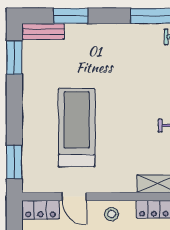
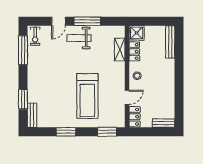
window: (14, 58) -> (66, 132), moved
treadmill: (77, 128) -> (87, 96), turned -90

